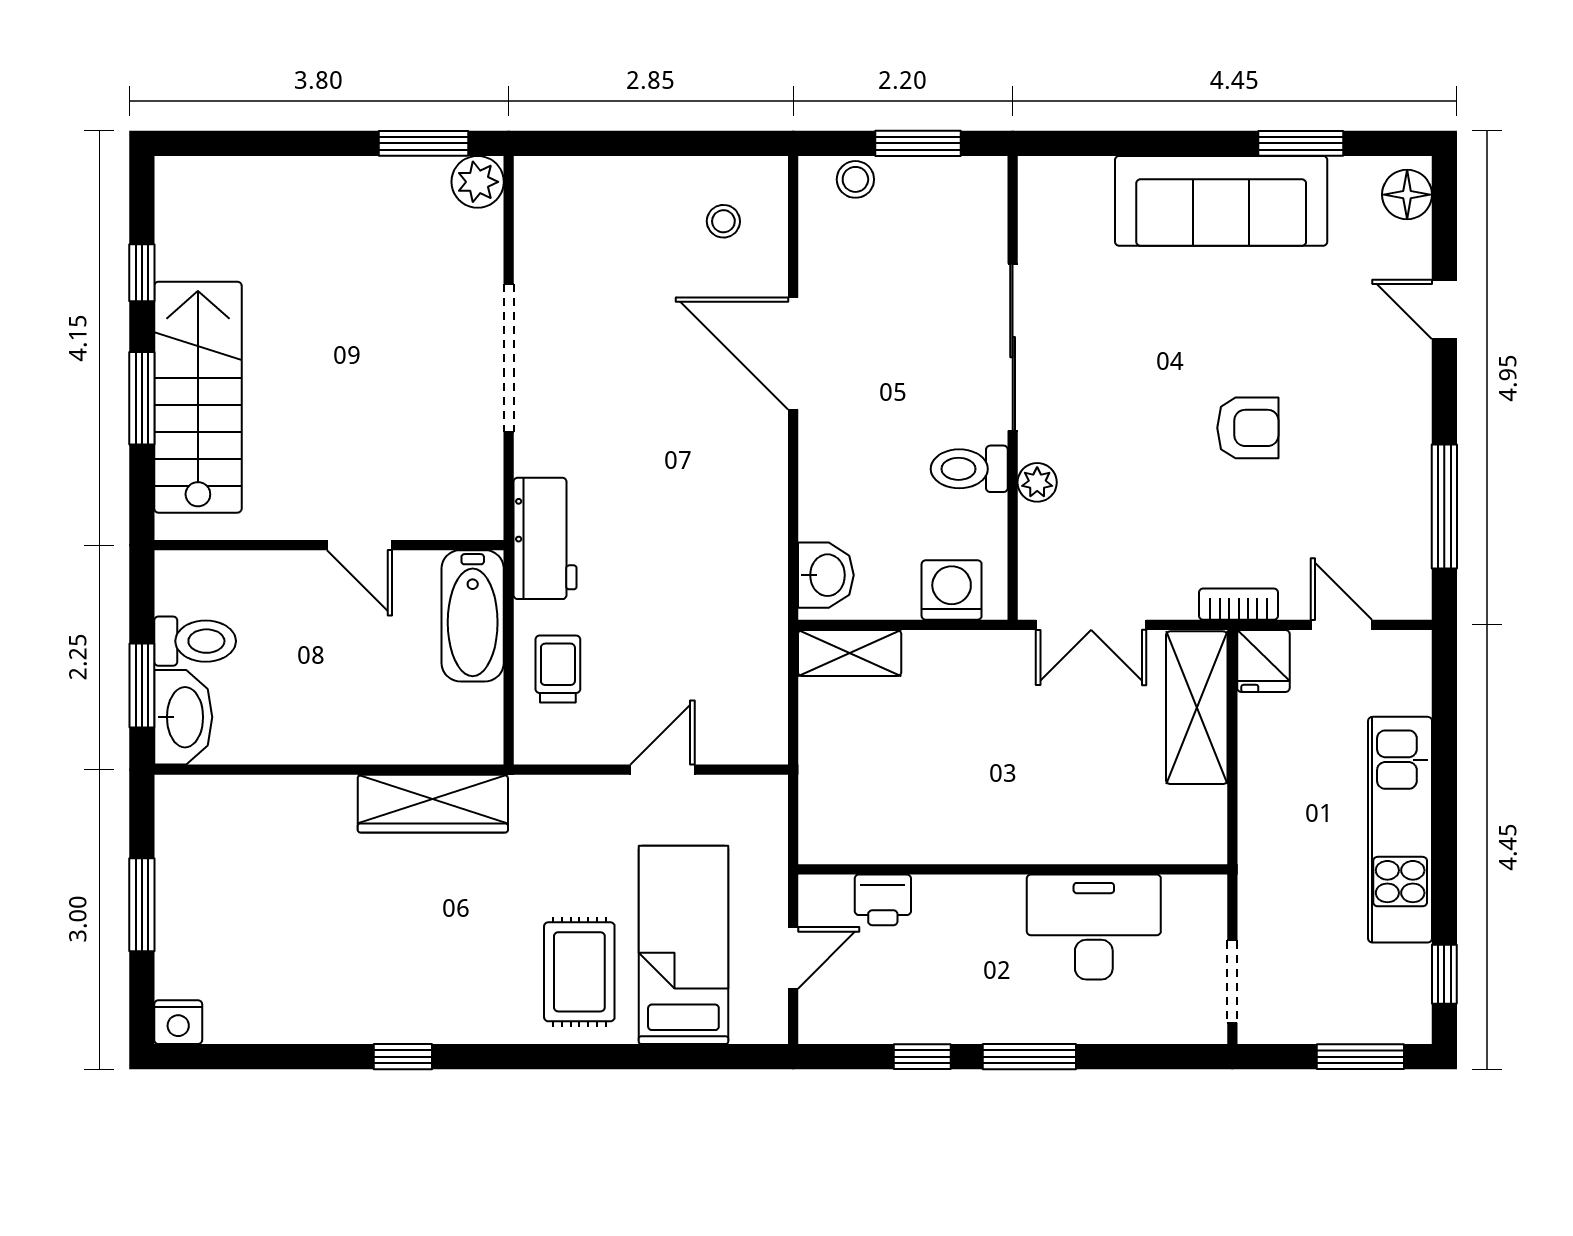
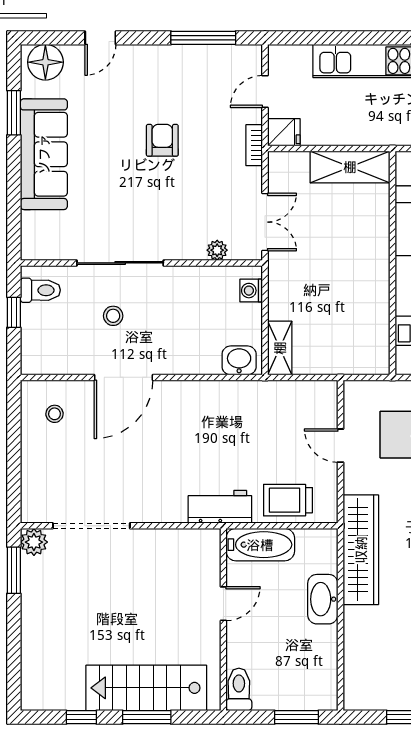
window: (918, 143) -> (14, 312), width x0.67
stool: (855, 179) -> (113, 316), moved
floor lamp: (1407, 195) -> (45, 62), width x1.38, depth x1.38
doorway: (509, 358) -> (91, 526), moved
toilet: (969, 469) -> (40, 290), moved, turned -90
plant: (1037, 482) -> (217, 250), moved
washing machine: (952, 590) -> (251, 291), width x0.73, depth x0.73
toilet: (195, 641) -> (239, 689), moved
trolley: (558, 669) -> (288, 500), width x1.36, depth x1.39
shelving: (1197, 708) -> (350, 167), moved
washbasin: (183, 717) -> (323, 599), moved, turned -90
wardrobe: (433, 804) -> (361, 550), width x1.40, depth x1.17

